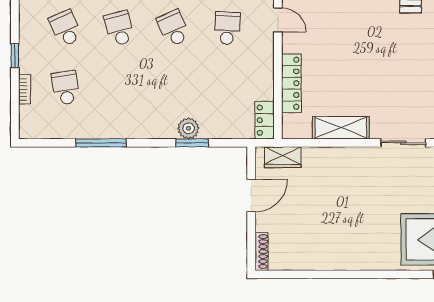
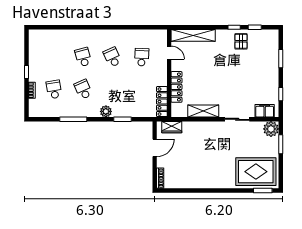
school desk: (66, 28) -> (83, 89), moved
locker: (265, 120) -> (162, 102), width x1.53
plant: (188, 128) -> (106, 111), moved

